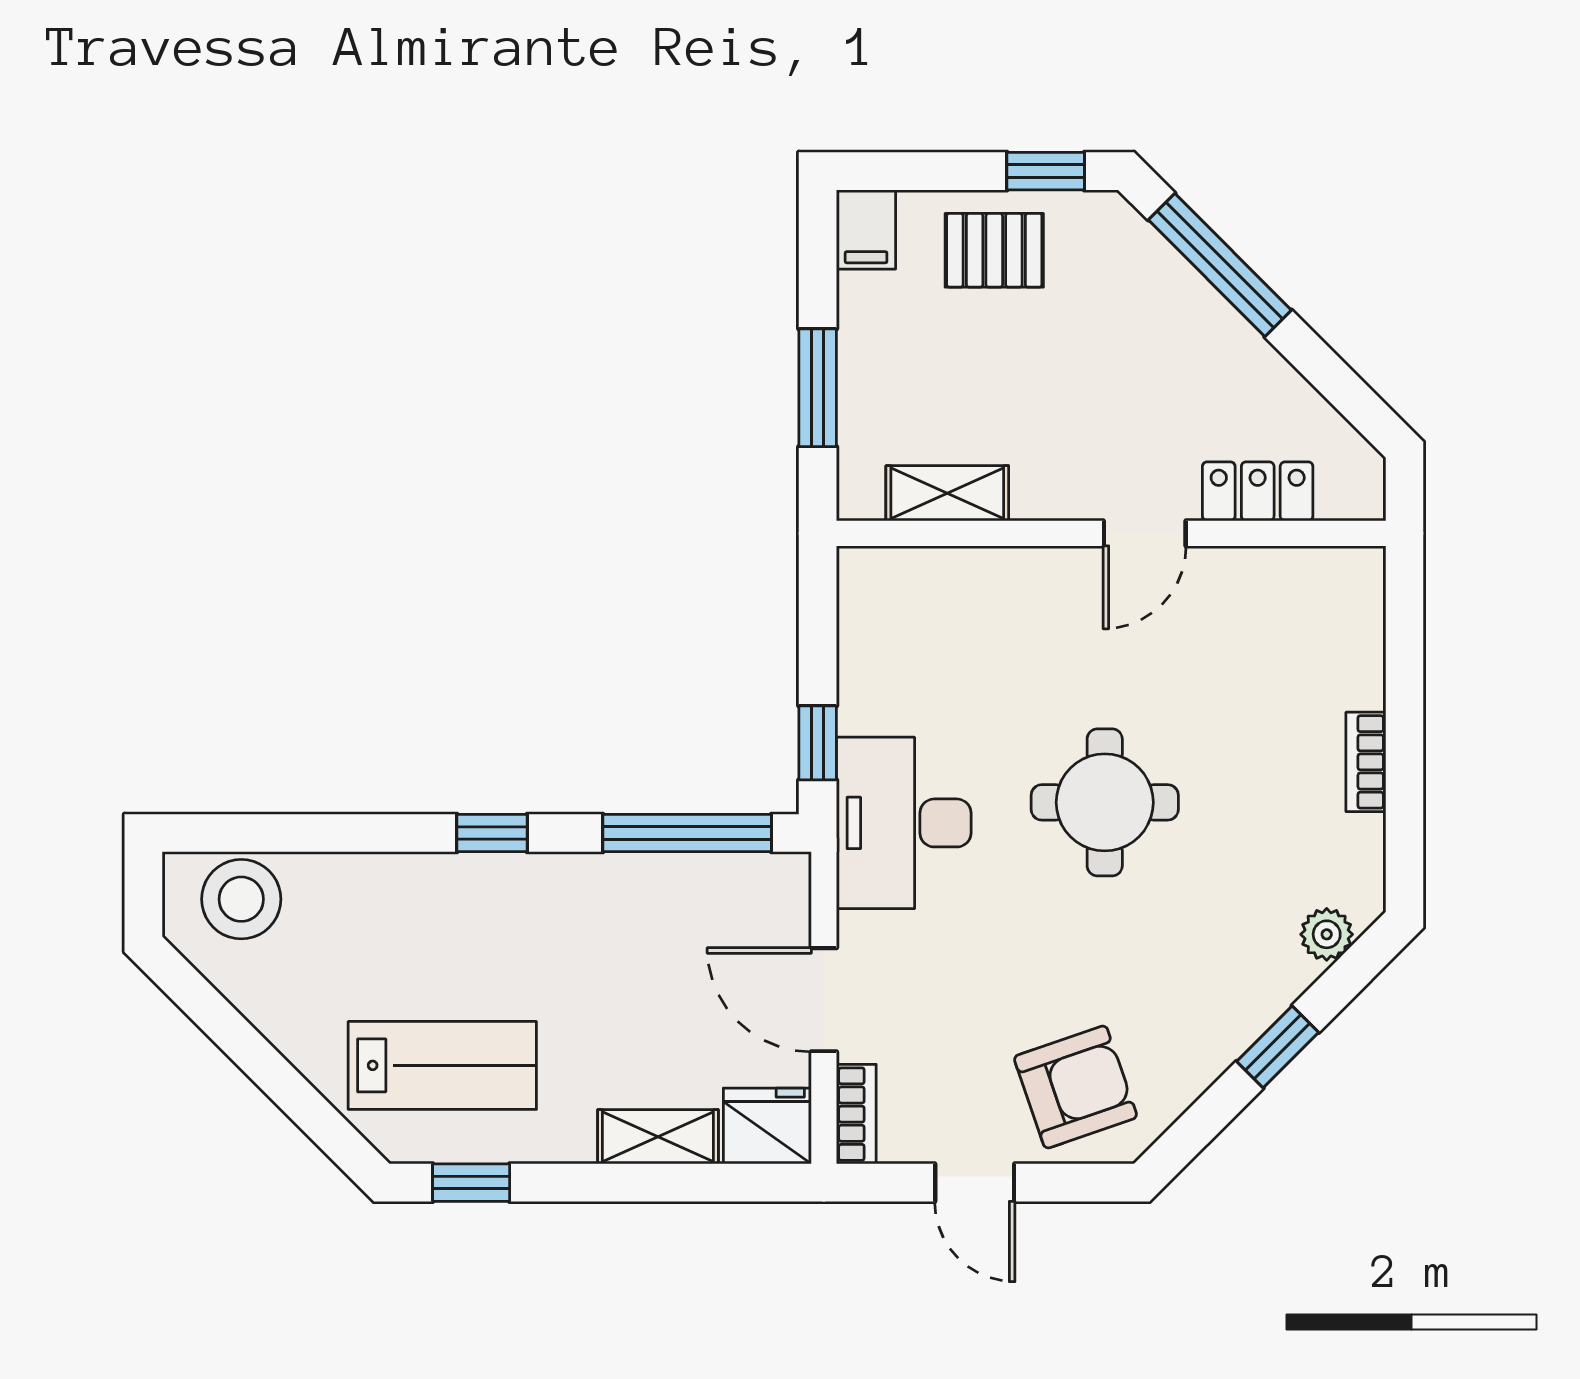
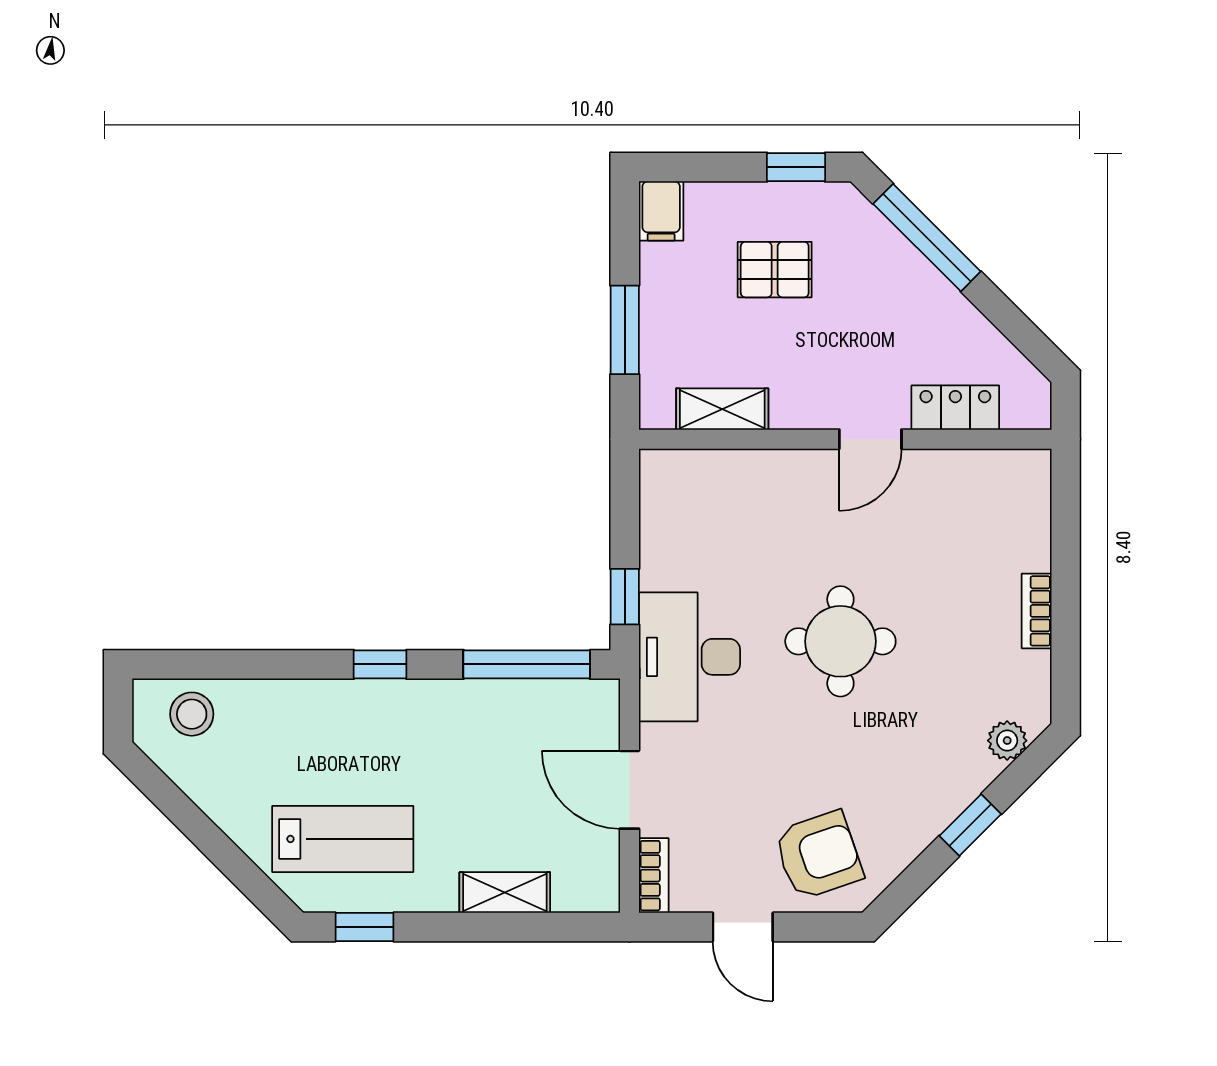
pallet: (994, 250) -> (775, 270), moved
stool: (241, 899) -> (192, 714), width x0.73, depth x0.73
fridge: (767, 1126) -> (587, 884), removed

